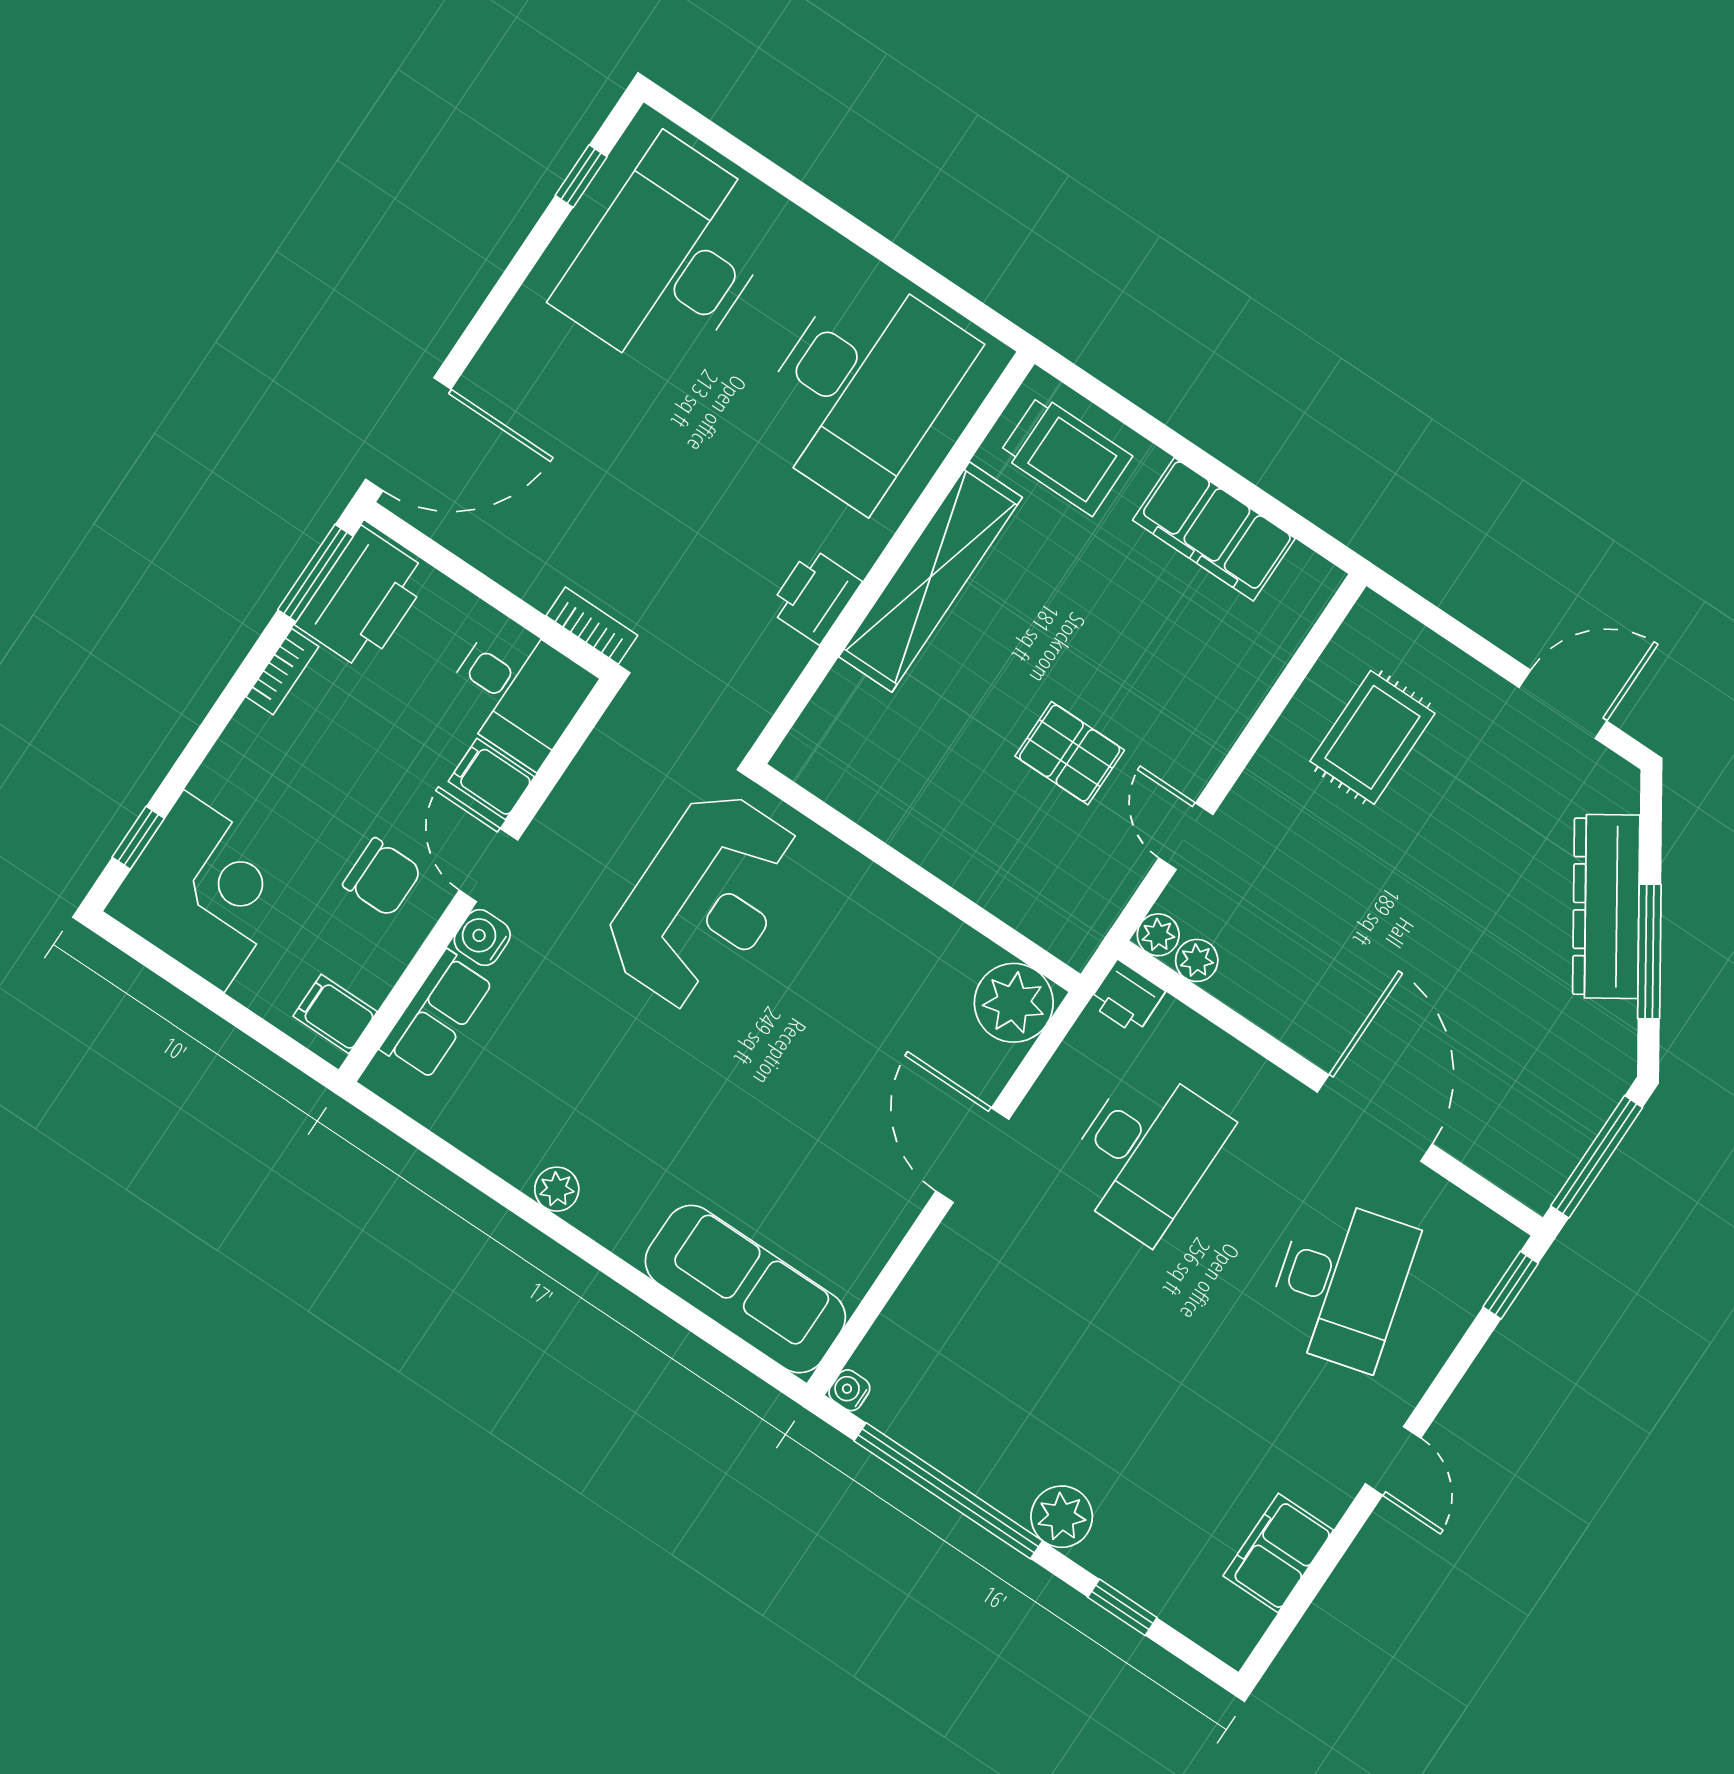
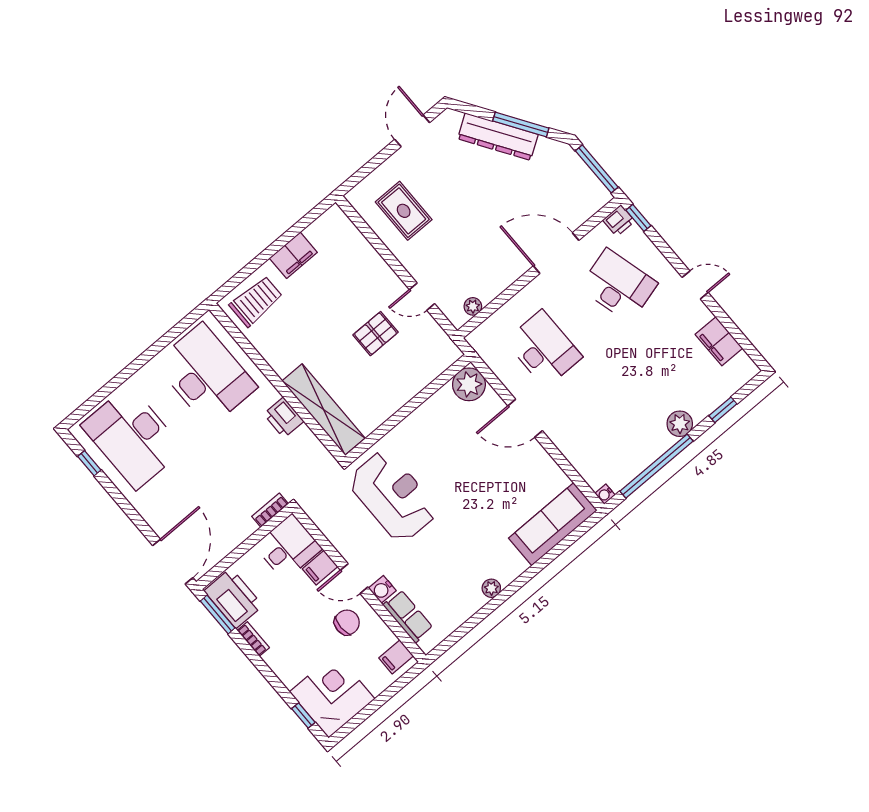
filing cabinet: (1214, 529) -> (293, 255), width x0.67, depth x0.86
shelving: (931, 577) -> (323, 409), moved
plant: (1158, 935) -> (458, 319), removed
printer: (1127, 997) -> (619, 221), moved

